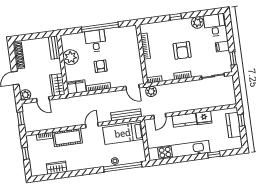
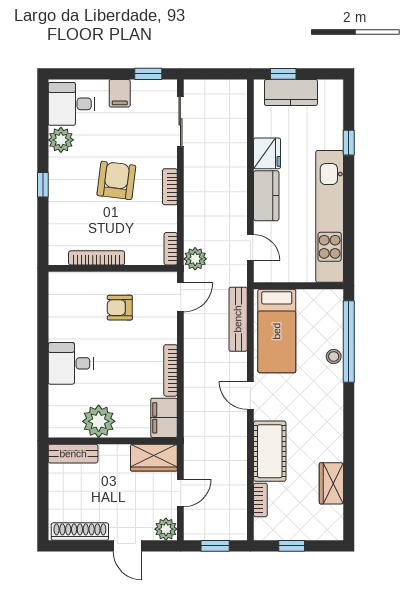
window: (100, 27) -> (43, 350), removed
armchair: (182, 50) -> (116, 180), turned -83
armchair: (101, 66) -> (120, 308), moved

